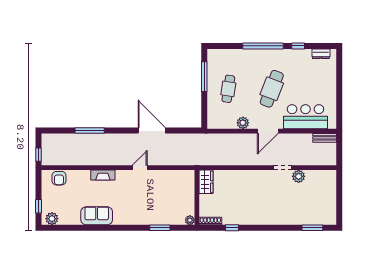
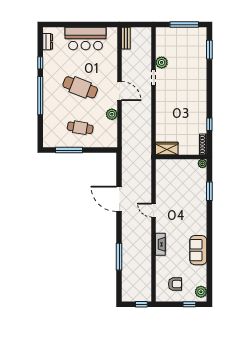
bar counter: (305, 117) -> (86, 39), moved, turned -90
door: (152, 131) -> (119, 199), hinge flipped
armchair: (59, 178) -> (175, 284), moved
window: (339, 201) -> (184, 25), added

